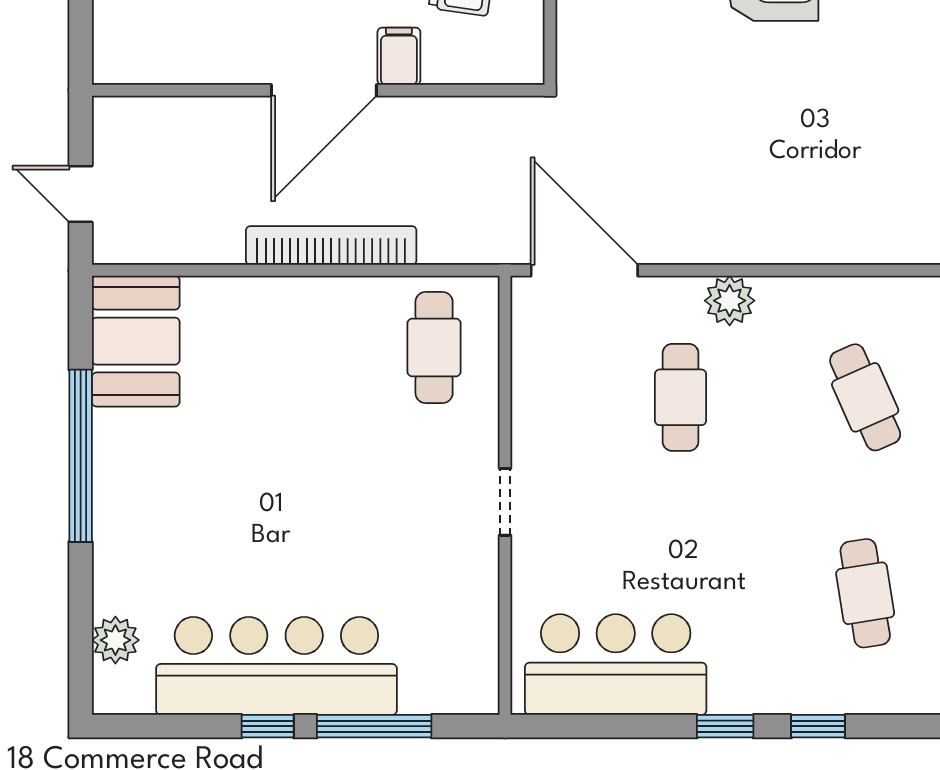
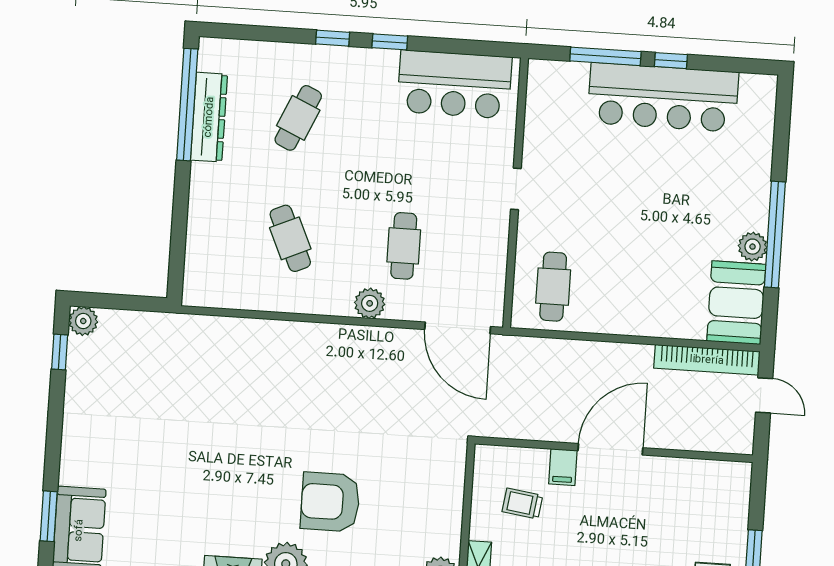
bookcase: (331, 245) -> (707, 360), moved
cafe table: (865, 593) -> (298, 118), turned 33
plant: (115, 640) -> (753, 247), moved

